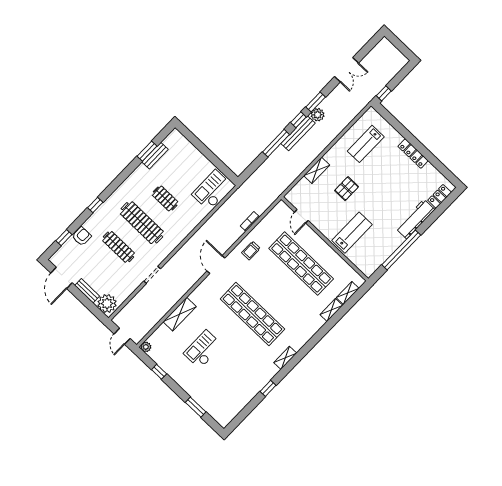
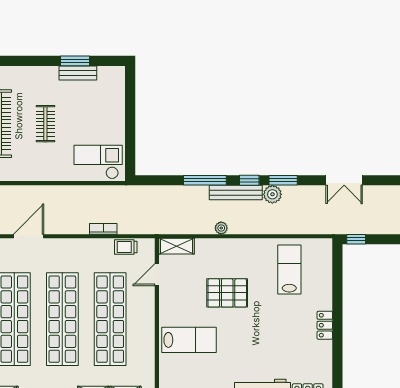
lab bench: (366, 144) -> (289, 269), turned 90
locker: (413, 154) -> (325, 325), width x0.66
plant: (309, 159) -> (221, 228), added
shelving: (317, 170) -> (177, 246), moved
pallet: (347, 189) -> (227, 293), width x1.50, depth x1.42
trolley: (251, 251) -> (126, 247), moved
shop shelf: (277, 289) -> (62, 319), added

